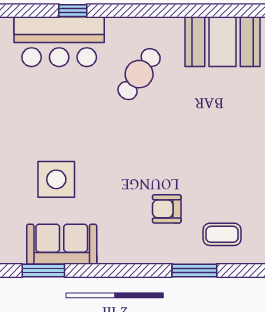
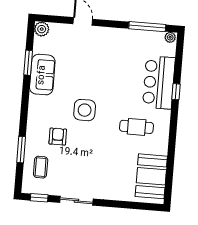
cafe table: (139, 74) -> (137, 127), turned -35
side table: (56, 179) -> (85, 110), moved

